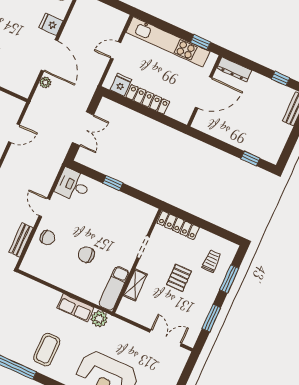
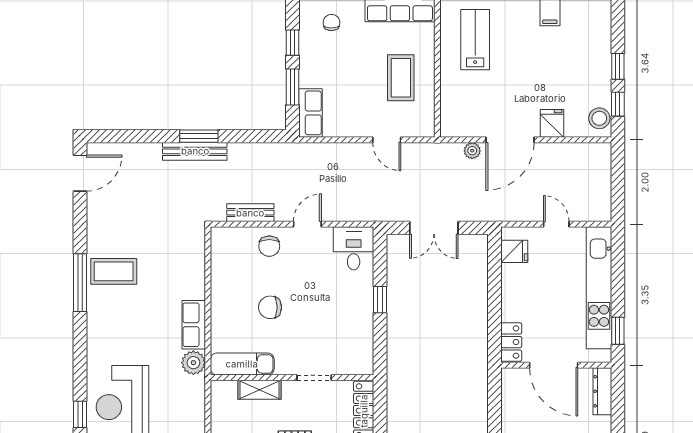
locker: (148, 99) -> (511, 342), moved, width x0.66
chair: (86, 255) -> (270, 307), turned -90
coffee table: (47, 350) -> (114, 271), moved

